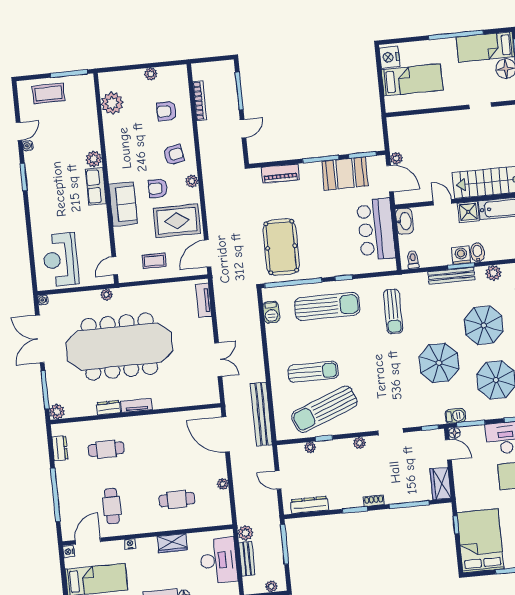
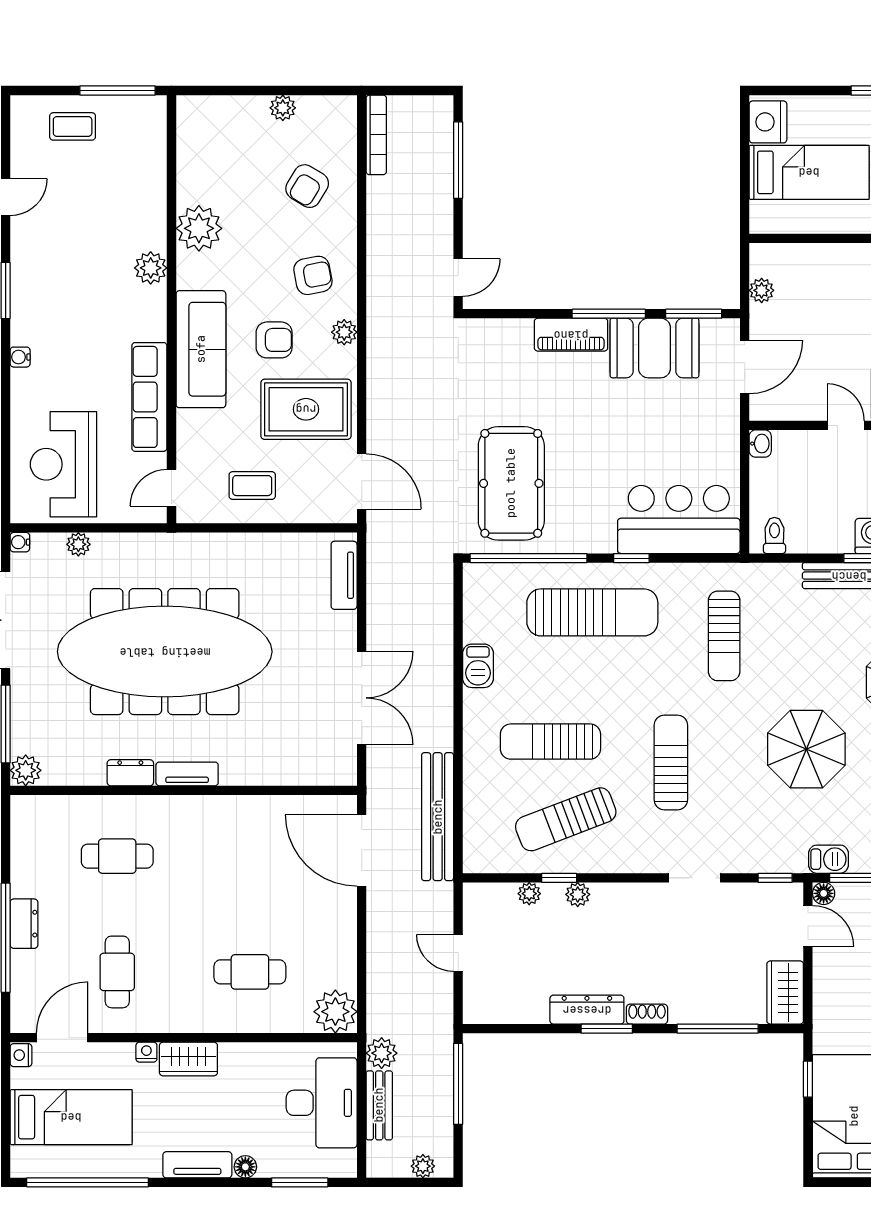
coffee table: (48, 93) -> (73, 126), width x0.73, depth x0.77
bookcase: (200, 101) -> (376, 135), moved
plant: (112, 103) -> (199, 228), moved
armchair: (167, 111) -> (307, 186), turned -59
door: (243, 129) -> (458, 278), moved
water cooler: (28, 146) -> (20, 357), moved
plant: (396, 158) -> (762, 290), moved
piano: (280, 173) -> (571, 335), moved
door: (390, 179) -> (745, 367), hinge flipped
row of seats: (96, 186) -> (149, 397), moved, width x1.48
armchair: (158, 188) -> (274, 340), turned 180
sofa: (123, 204) -> (201, 349), width x1.36
washbasin: (404, 221) -> (760, 444), width x0.52, depth x0.69
bar counter: (376, 229) -> (679, 519), moved, turned 90
door: (208, 253) -> (362, 481), swing flipped
plant: (106, 295) -> (78, 544), moved
barbecue: (271, 312) -> (478, 666), moved
double door: (218, 360) -> (362, 698), width x1.37
sun lounger: (313, 372) -> (550, 742), turned 180
sun lounger: (373, 376) -> (671, 762), added
sun lounger: (324, 409) -> (566, 819), width x0.73, depth x0.75
plant: (360, 443) -> (578, 894), moved
dresser: (60, 448) -> (24, 924), moved
plant: (223, 484) -> (335, 1012), moved, width x1.88, depth x1.88
dresser: (310, 505) -> (587, 1010), moved
wardrobe: (172, 543) -> (188, 1059), moved

